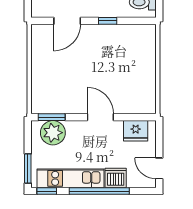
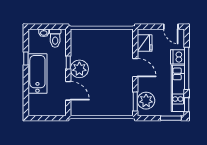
plant: (98, 37) -> (79, 69), added
door: (100, 117) -> (135, 68), swing flipped
door: (159, 168) -> (171, 27), hinge flipped

